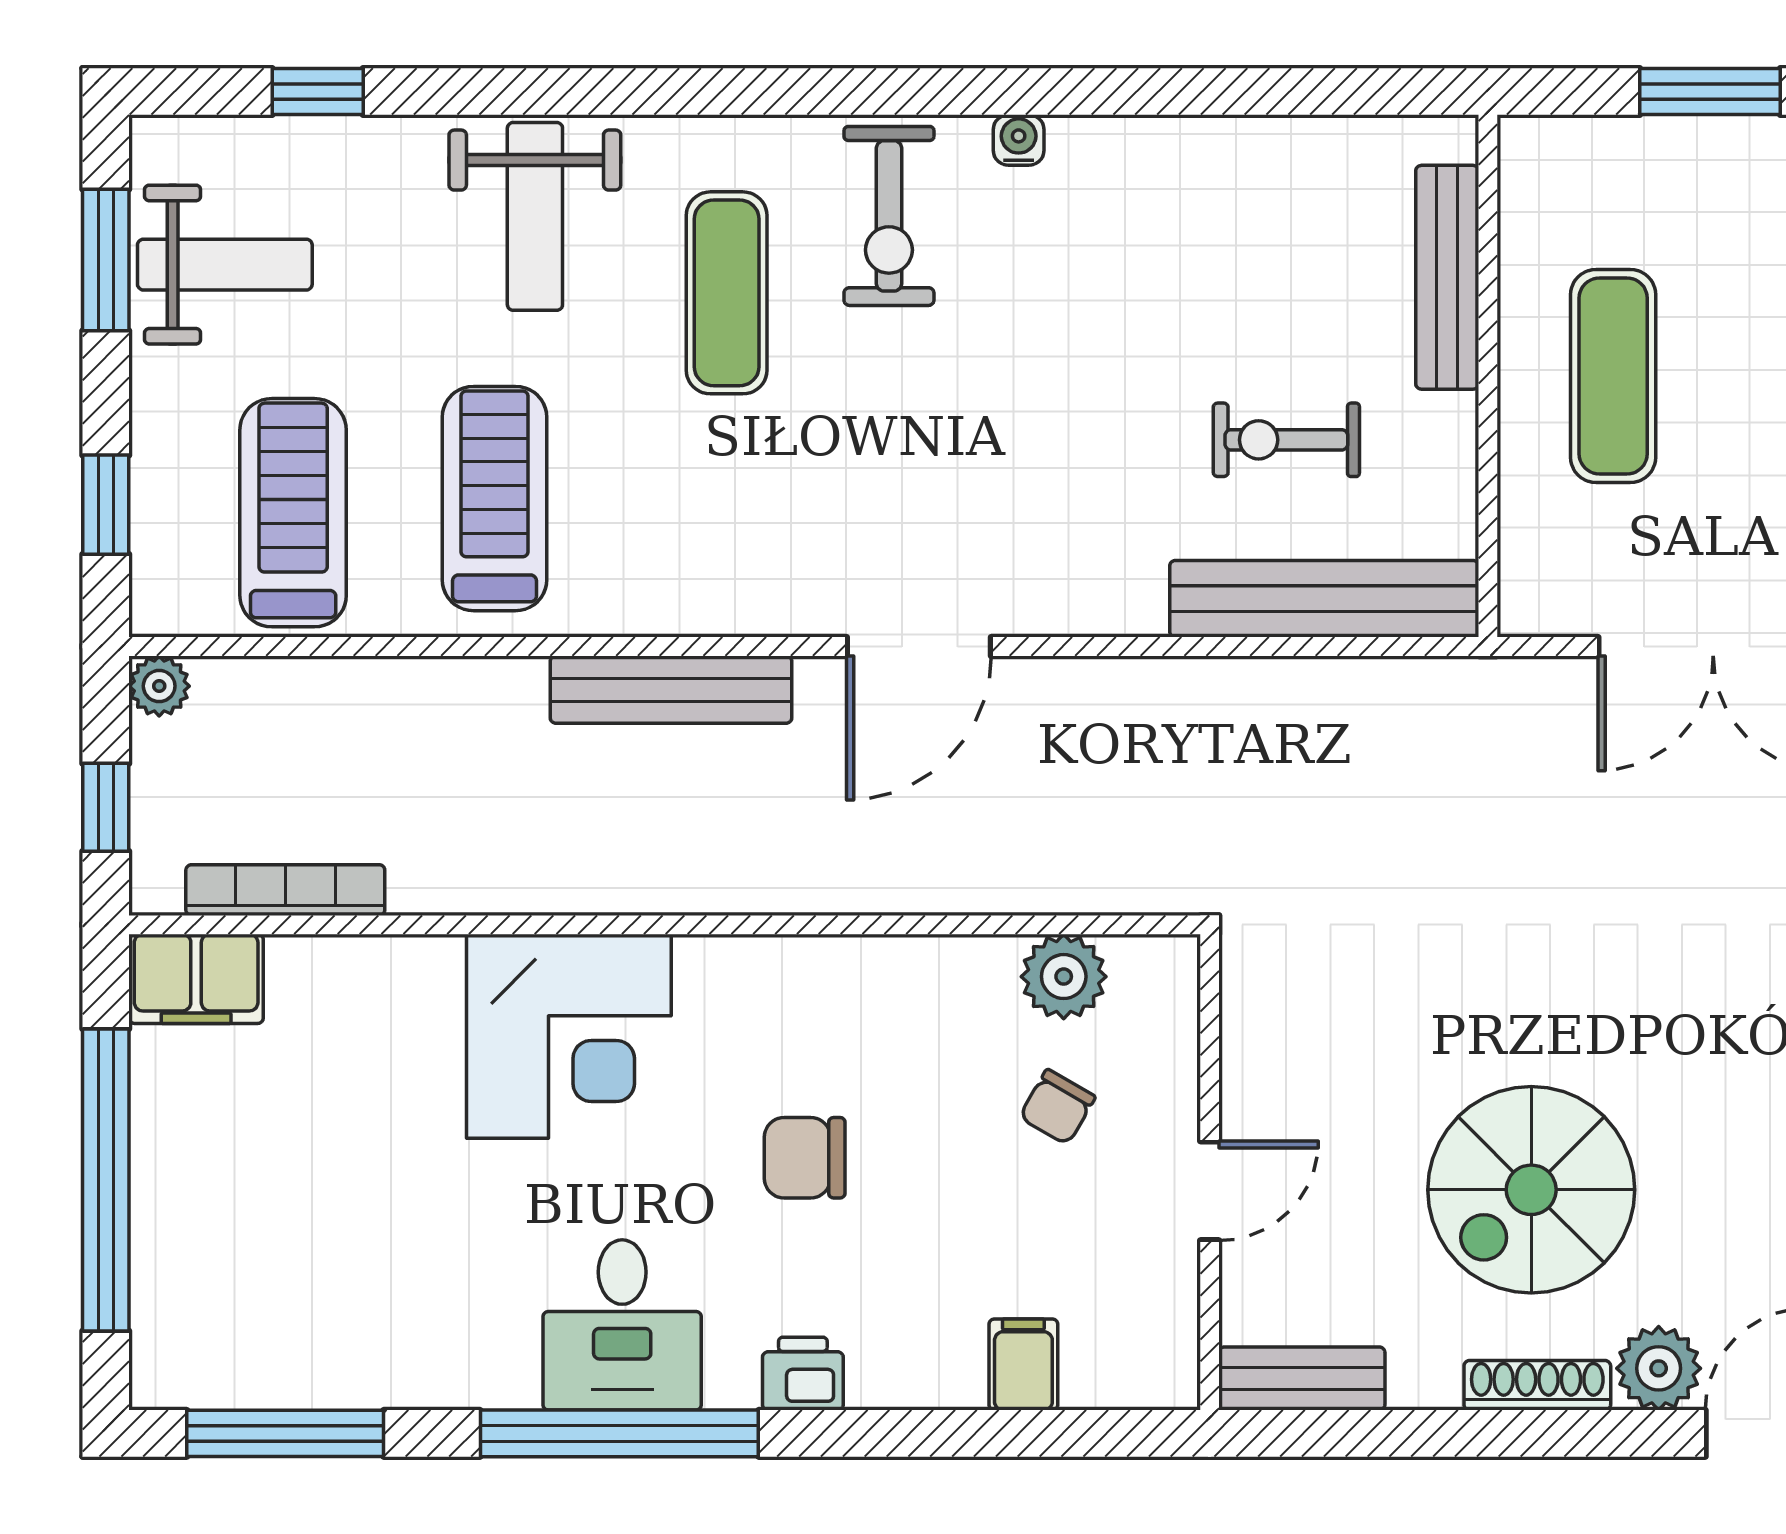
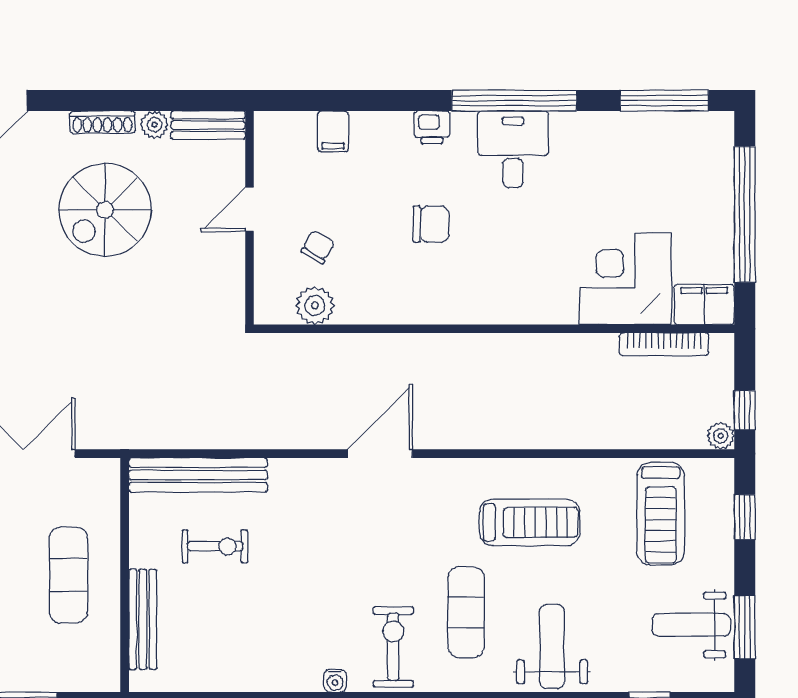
treadmill: (494, 499) -> (530, 522), moved, turned -90
bench: (671, 690) -> (491, 434), removed
window: (106, 807) -> (745, 410), moved
corner desk: (569, 1036) -> (625, 279), moved
spiral stairs: (1531, 1190) -> (105, 210), turned 180
plant: (1659, 1368) -> (154, 125), moved, width x0.73, depth x0.73

